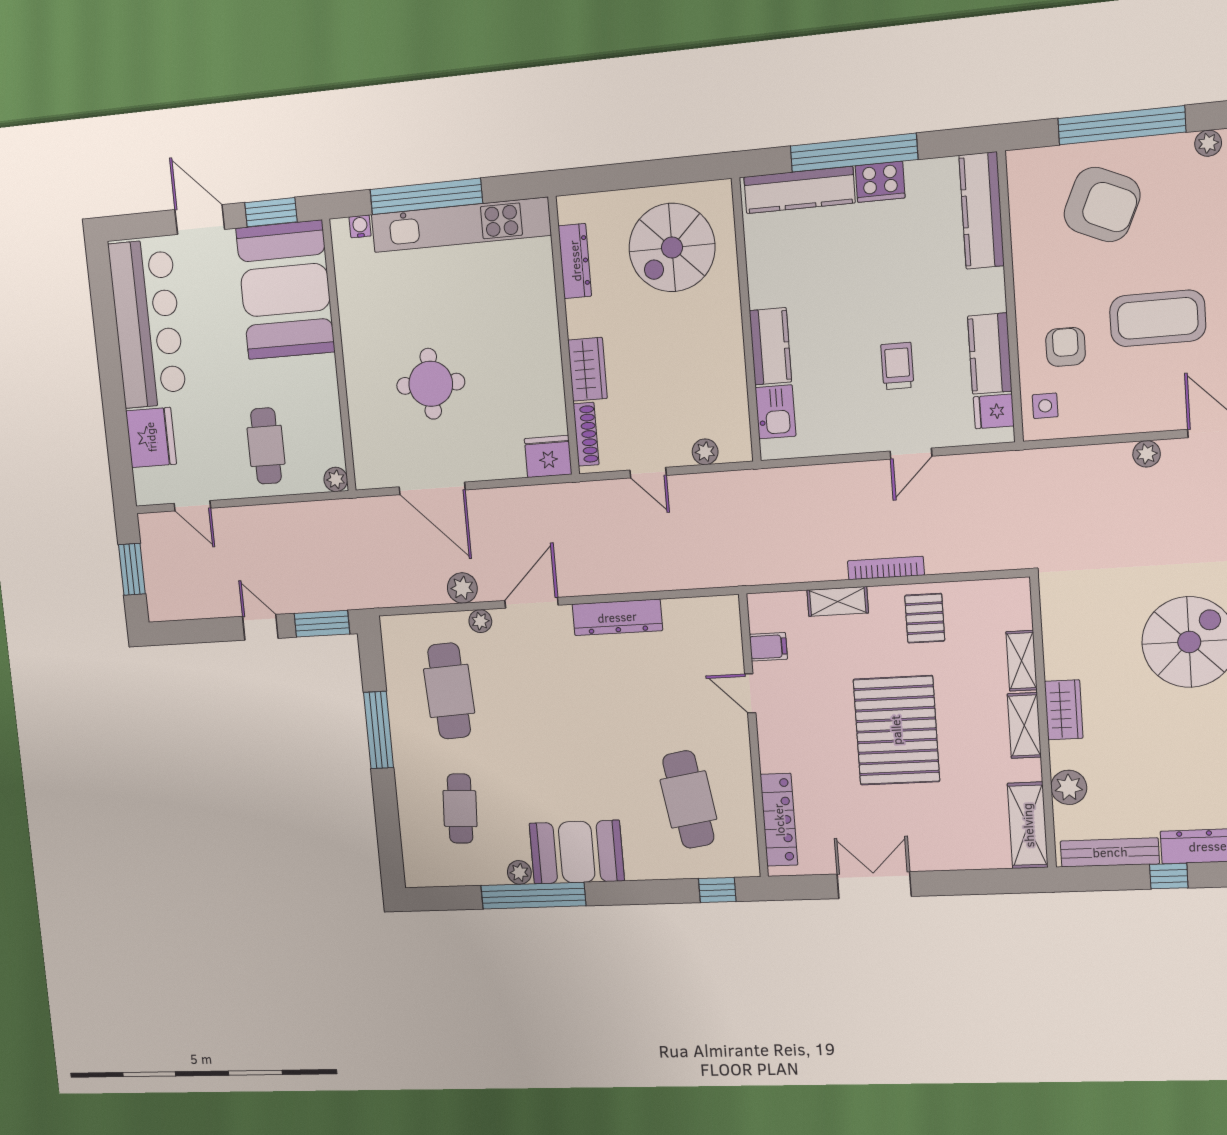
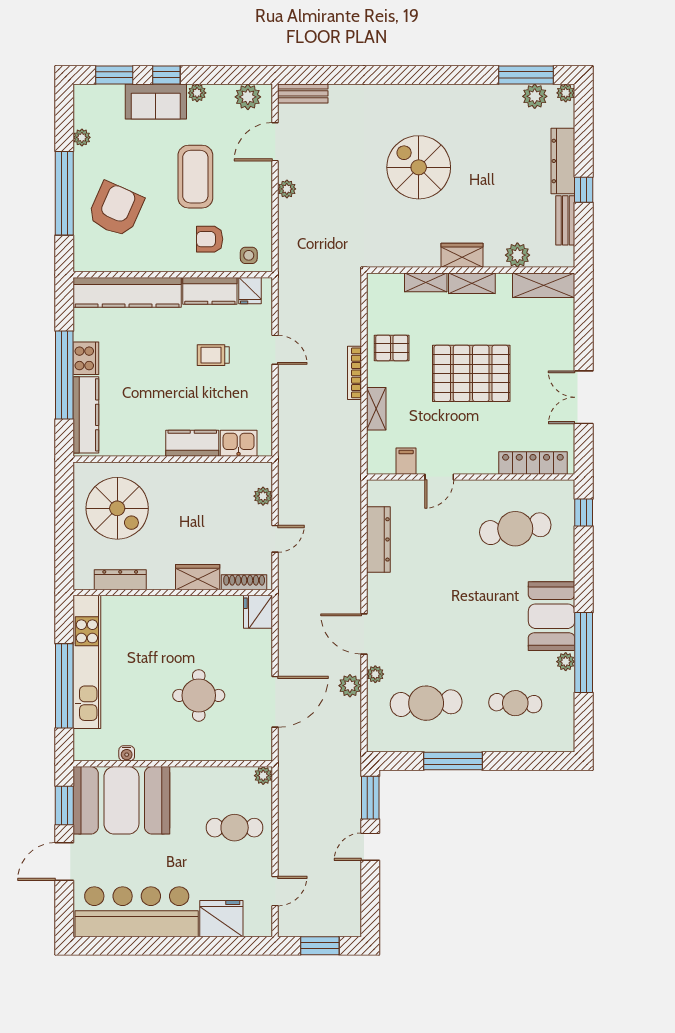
kitchen counter: (982, 211) -> (127, 292), width x1.39, depth x1.17
water cooler: (360, 226) -> (127, 753), moved, turned -90
dresser: (617, 617) -> (378, 539), moved
bench: (1110, 852) -> (565, 220), width x0.73

